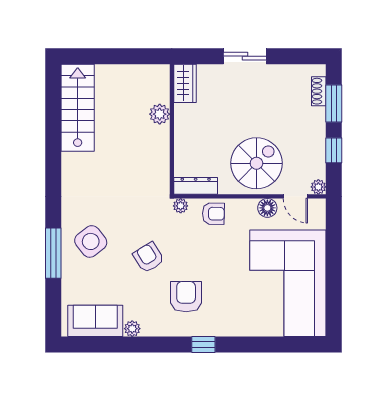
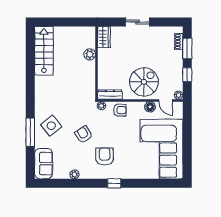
sofa: (95, 321) -> (44, 164), moved, turned 90

